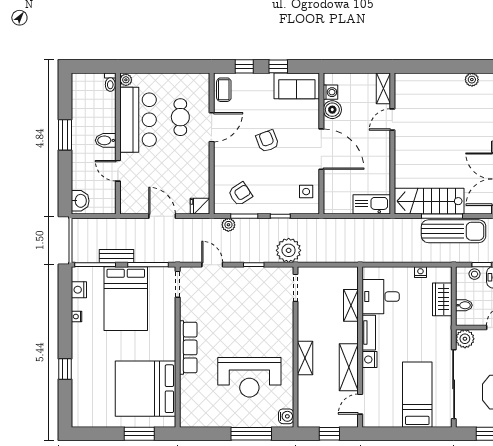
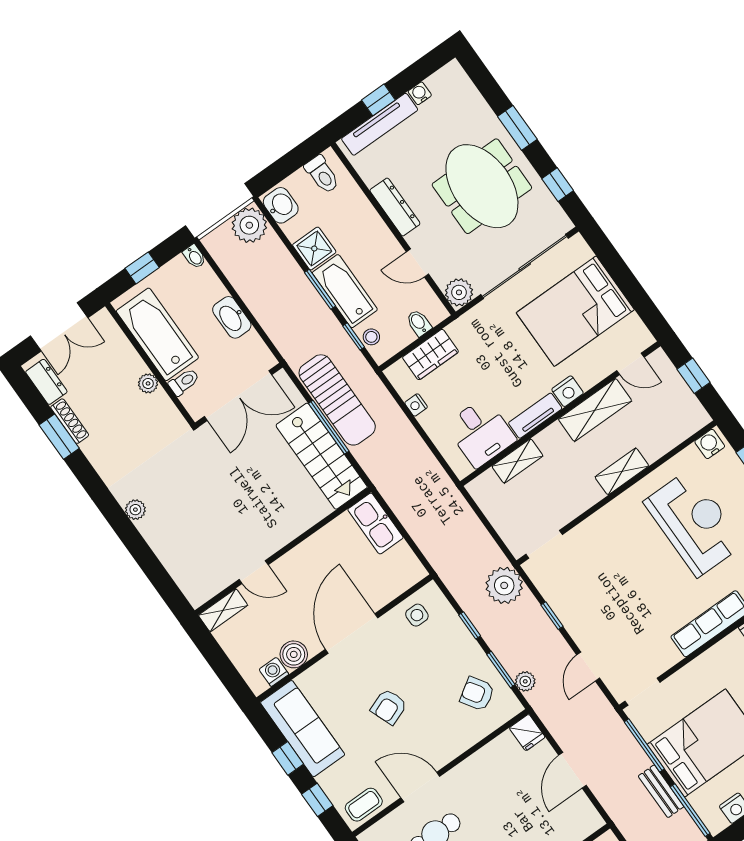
sofa: (297, 86) -> (303, 729), width x1.36
sun lounger: (454, 231) -> (337, 400), turned 180
bed: (417, 395) -> (575, 311), width x1.50

